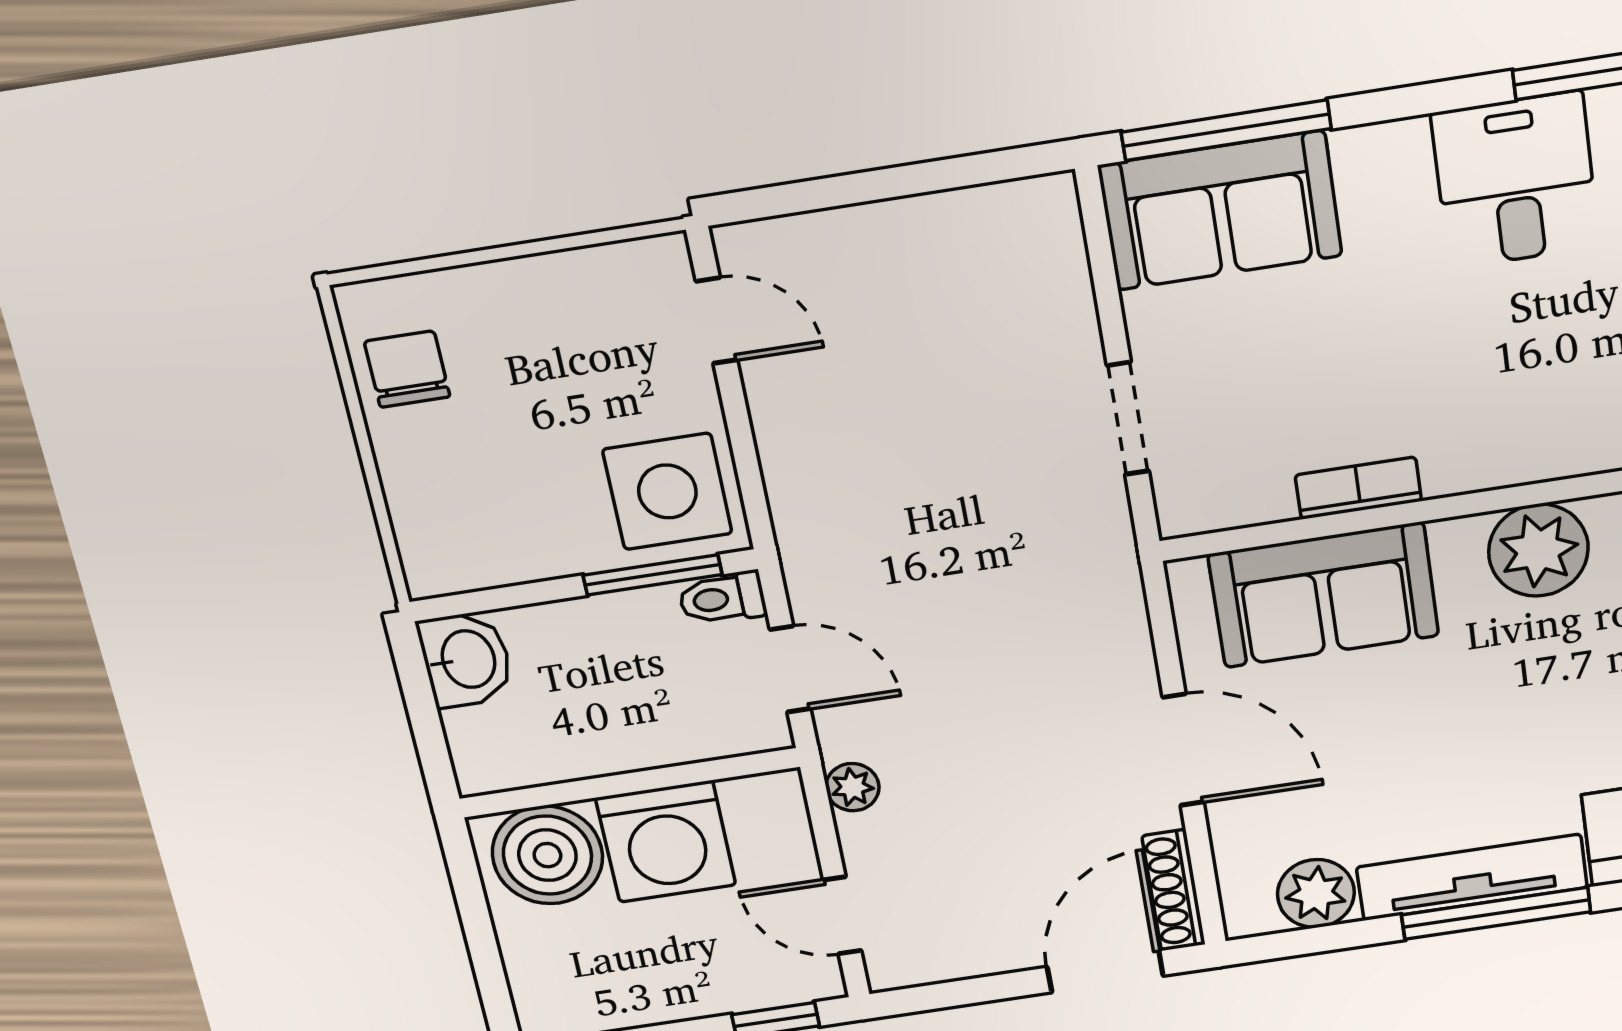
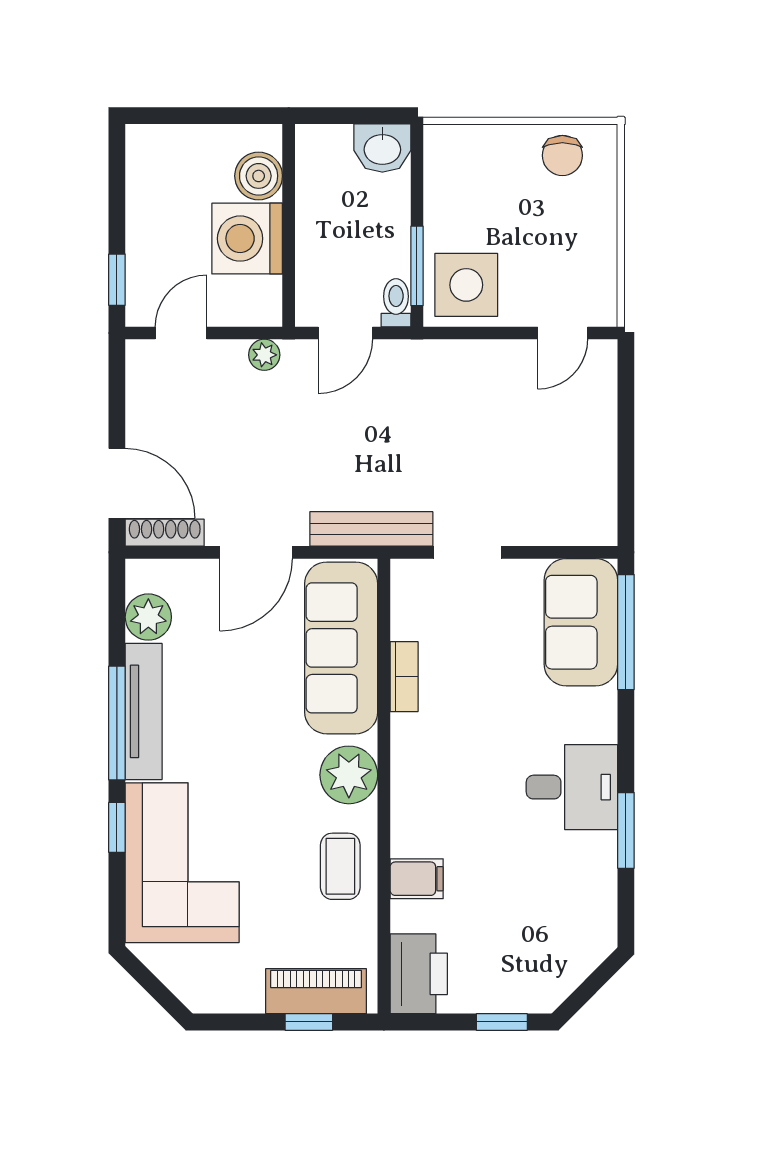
chair: (407, 369) -> (562, 155), turned 90
bench: (1114, 579) -> (371, 529), added
sofa: (1324, 595) -> (341, 648), width x1.36
boiler: (547, 855) -> (259, 176), width x0.73, depth x0.73

